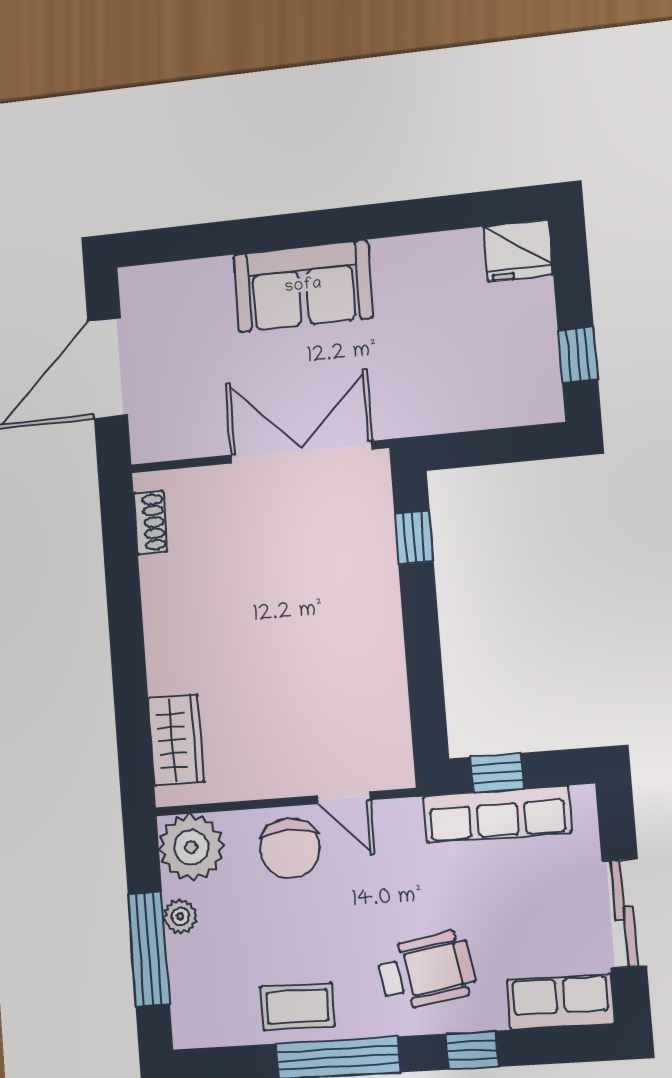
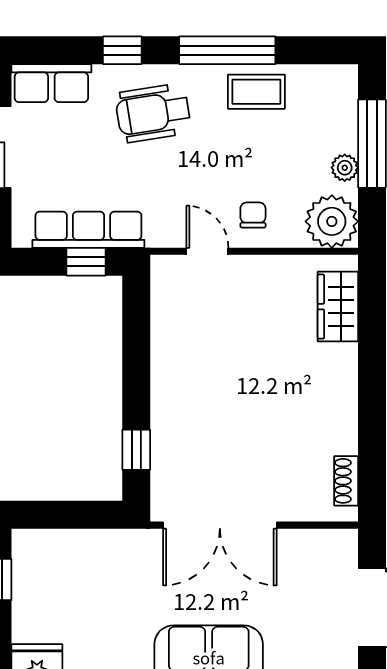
chair: (290, 848) -> (253, 215), width x0.54, depth x0.54

